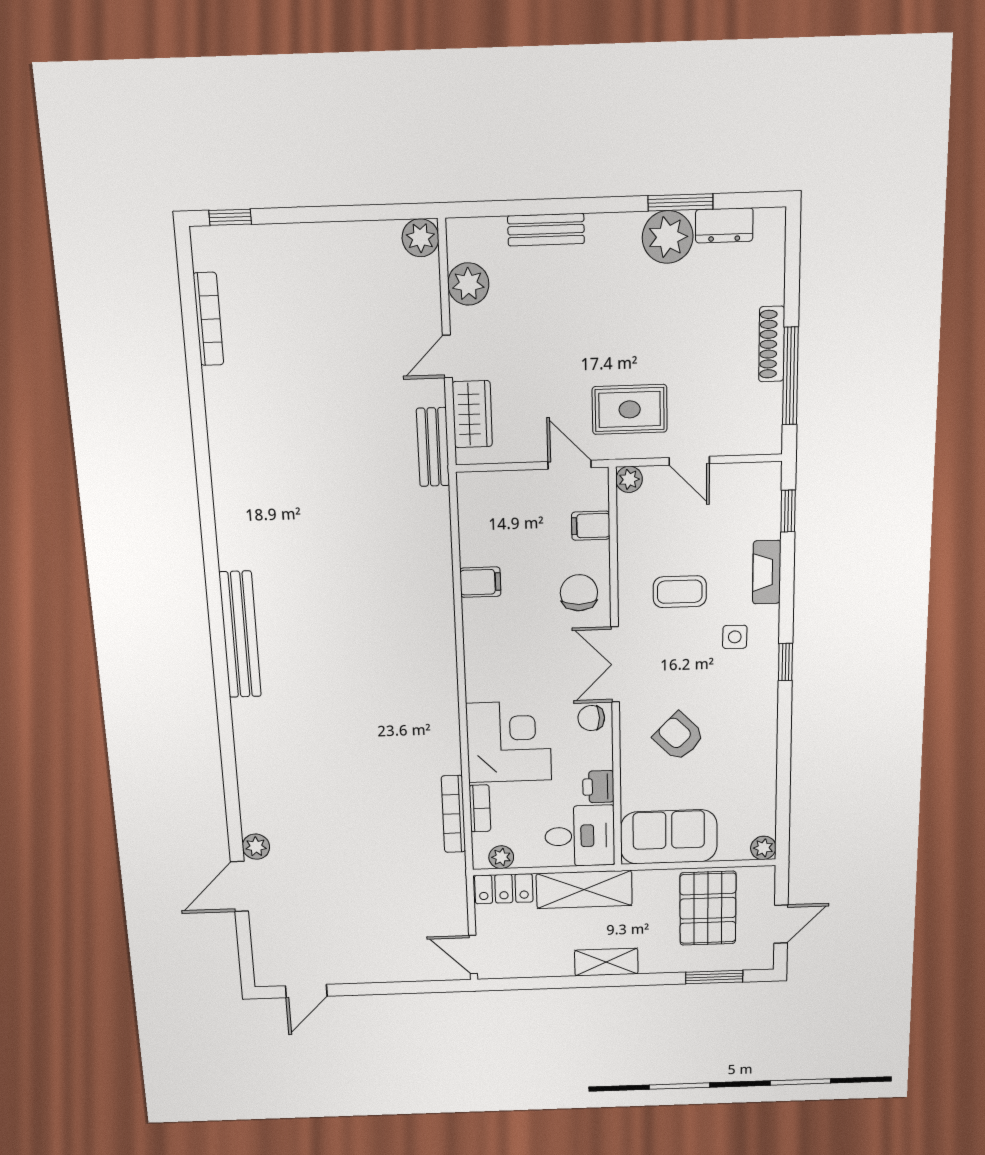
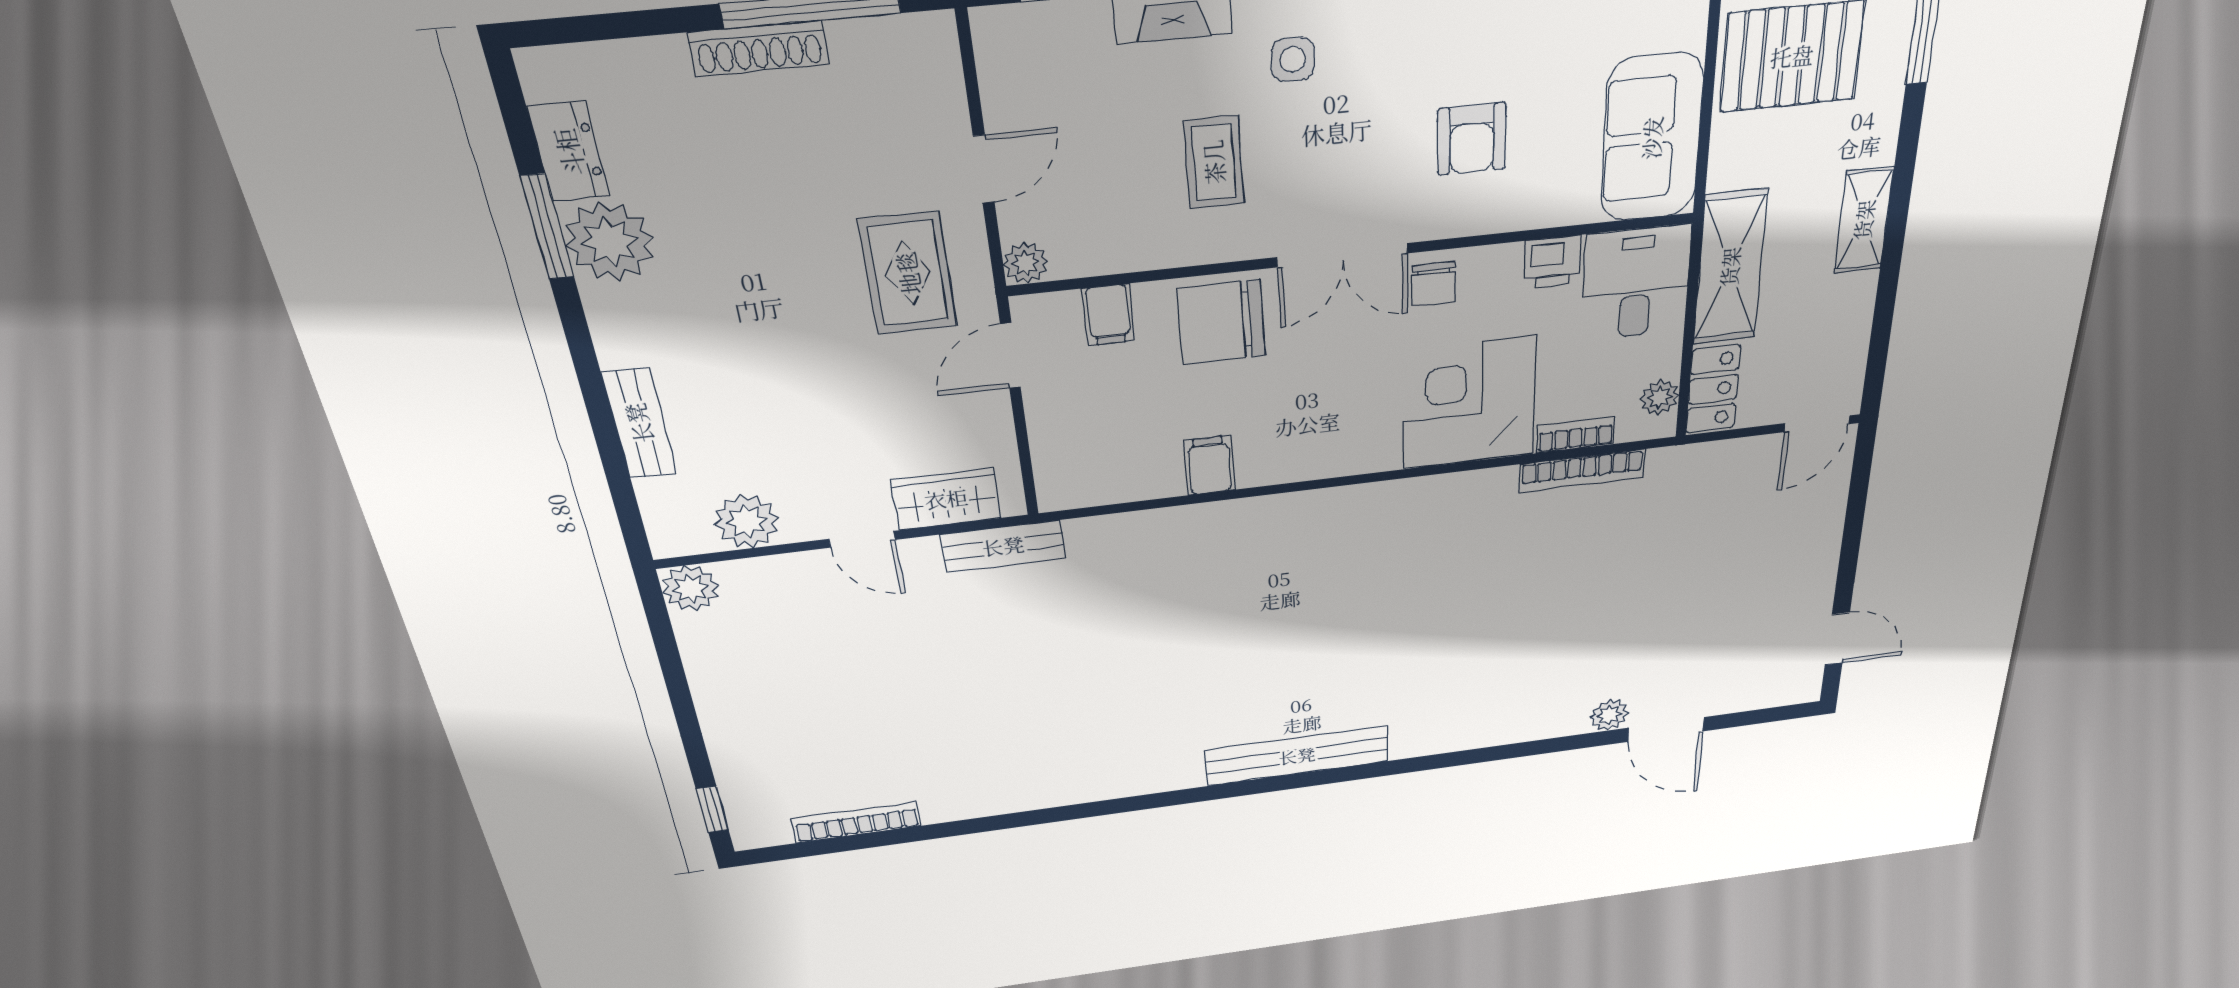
chair: (579, 593) -> (1222, 322), width x1.37, depth x1.37
armchair: (679, 736) -> (1472, 139), turned -45

